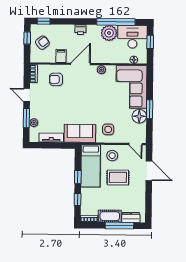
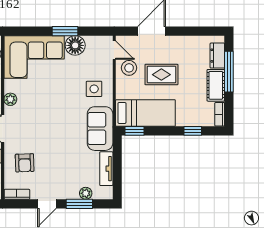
door: (136, 144) -> (114, 50), hinge flipped
stool: (112, 156) -> (129, 68), moved
window: (78, 177) -> (135, 131), moved
rug: (118, 177) -> (161, 75), turned 90

